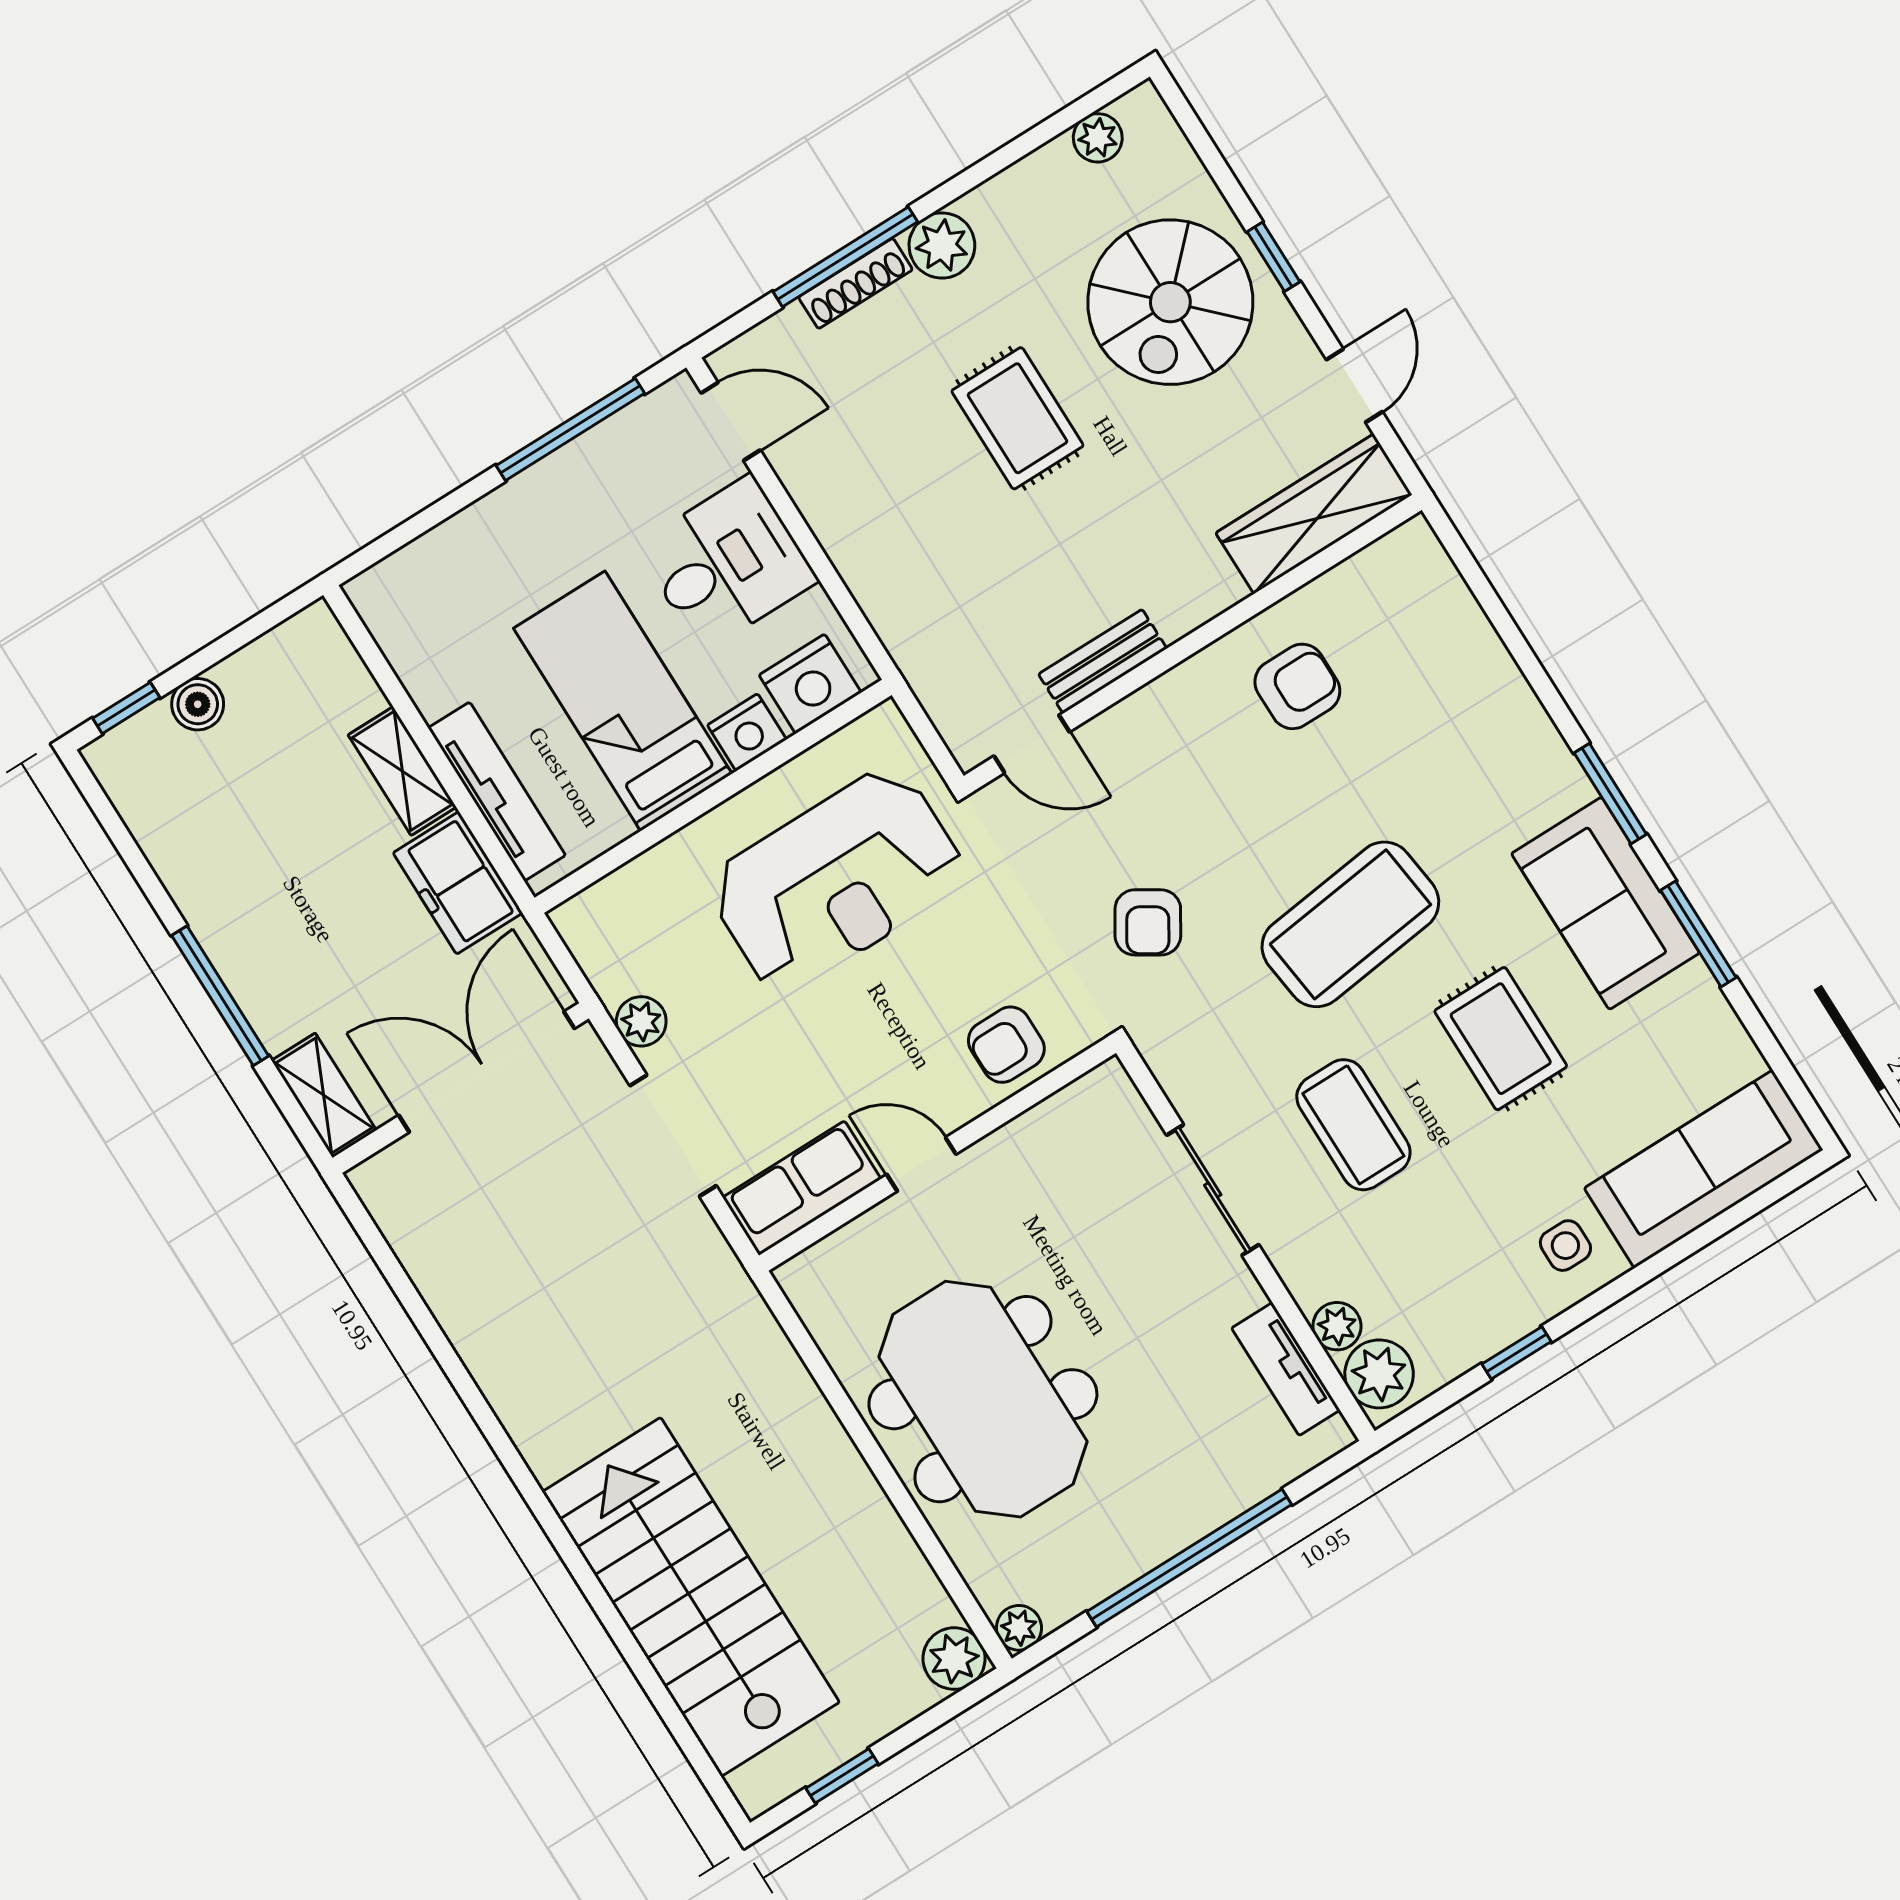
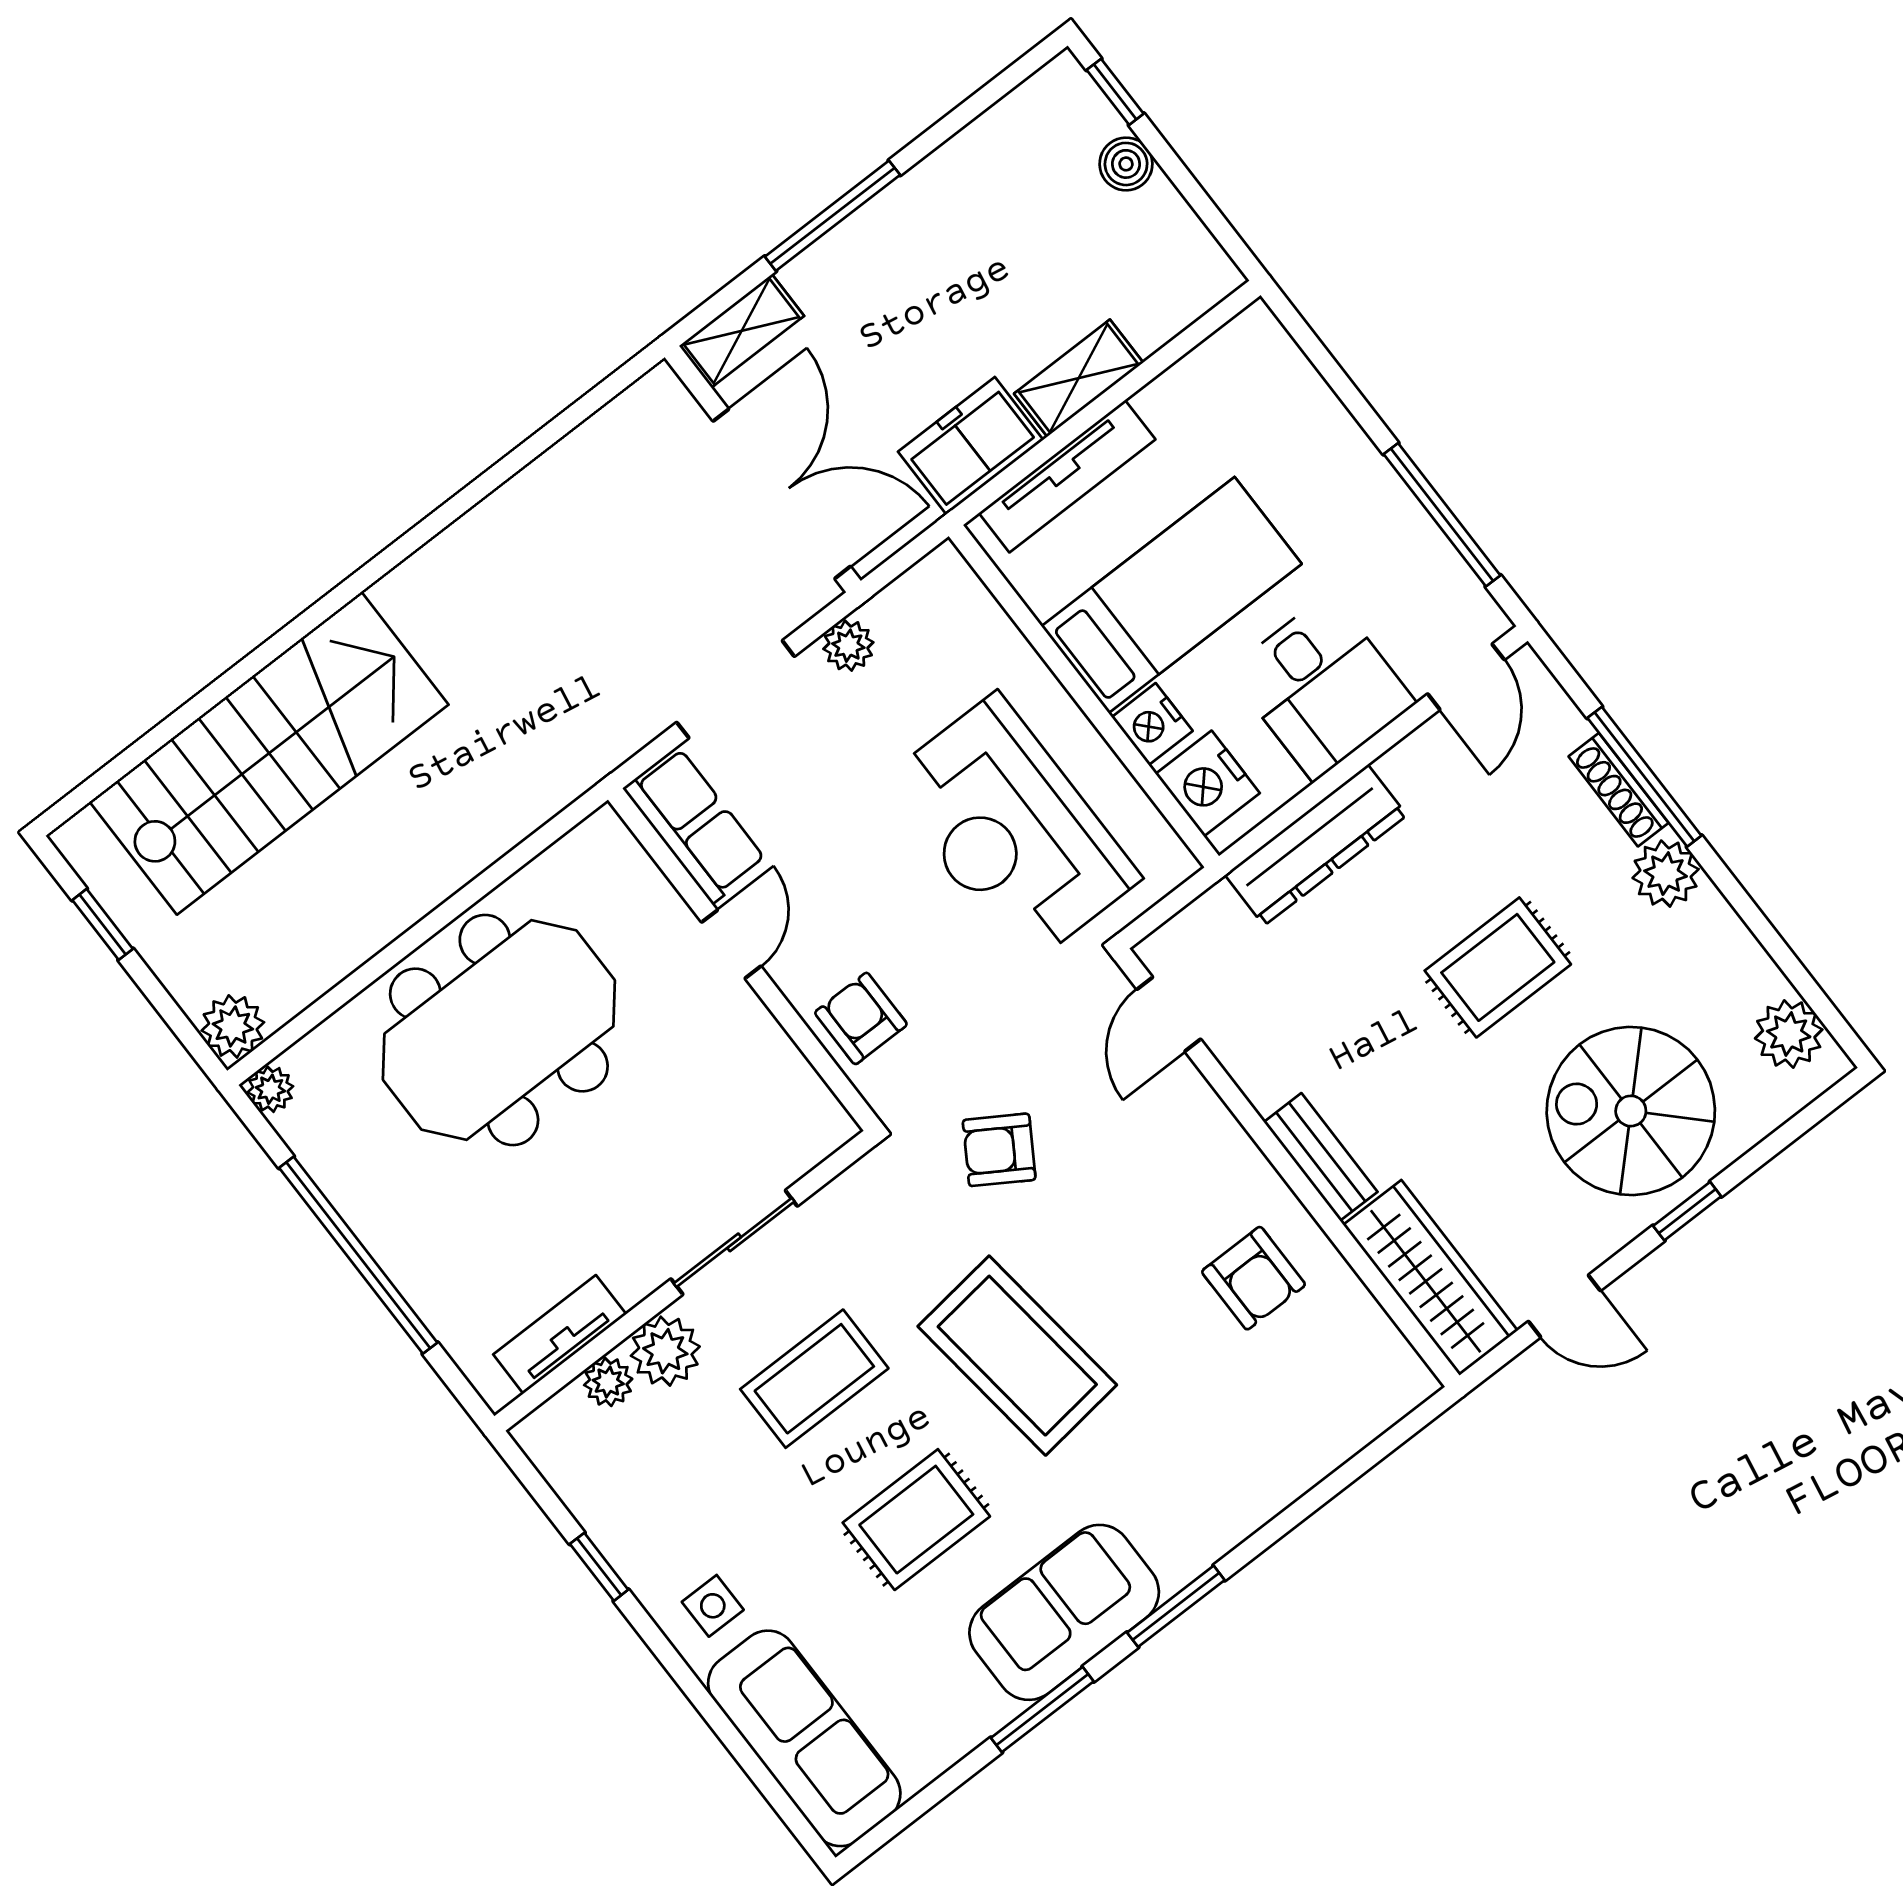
plant: (1098, 138) -> (1789, 1034), width x1.38, depth x1.38
dresser: (881, 584) -> (1316, 845), added
bench: (1103, 661) -> (1321, 1157), moved
plant: (1379, 1374) -> (665, 1351), moved

